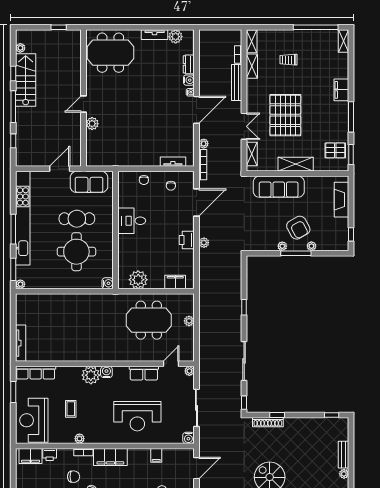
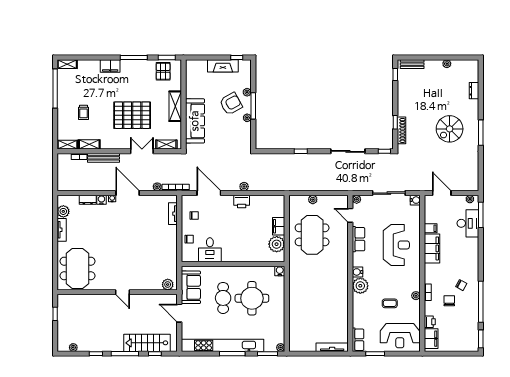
stairs: (26, 80) -> (147, 343), moved
plant: (92, 124) -> (168, 285), moved
fireplace: (342, 200) -> (223, 66), moved
desk: (132, 221) -> (210, 250), moved
filing cabinet: (175, 282) -> (279, 226), moved
row of seats: (36, 373) -> (358, 340), width x0.68
bench: (344, 455) -> (412, 64), moved
filing cabinet: (110, 457) -> (432, 248), moved

